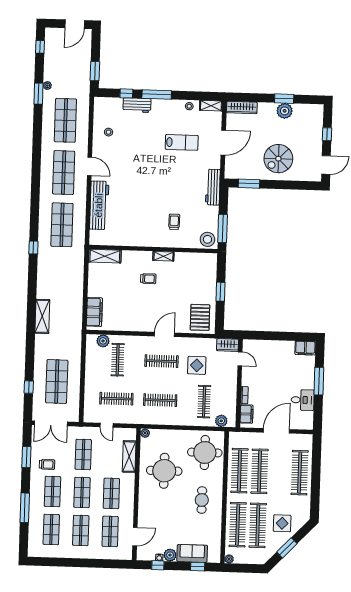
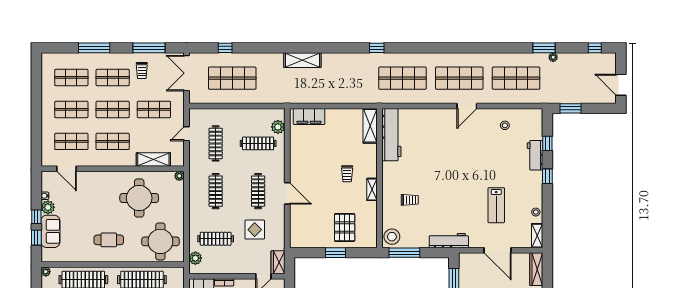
window: (157, 94) -> (547, 176), width x0.46
workbench: (99, 205) -> (391, 135), moved, turned -90
pallet: (200, 317) -> (345, 227), moved, turned 90
window: (26, 457) -> (149, 48), width x1.44
window: (158, 565) -> (36, 217), moved

